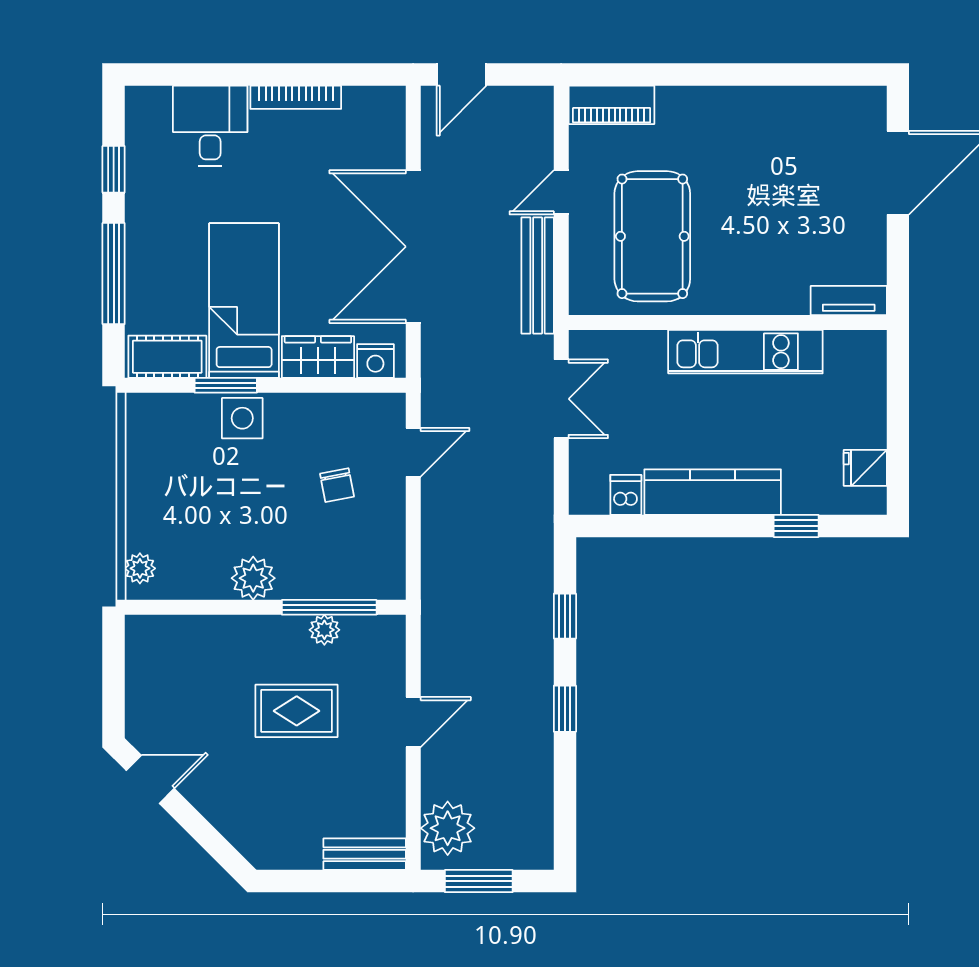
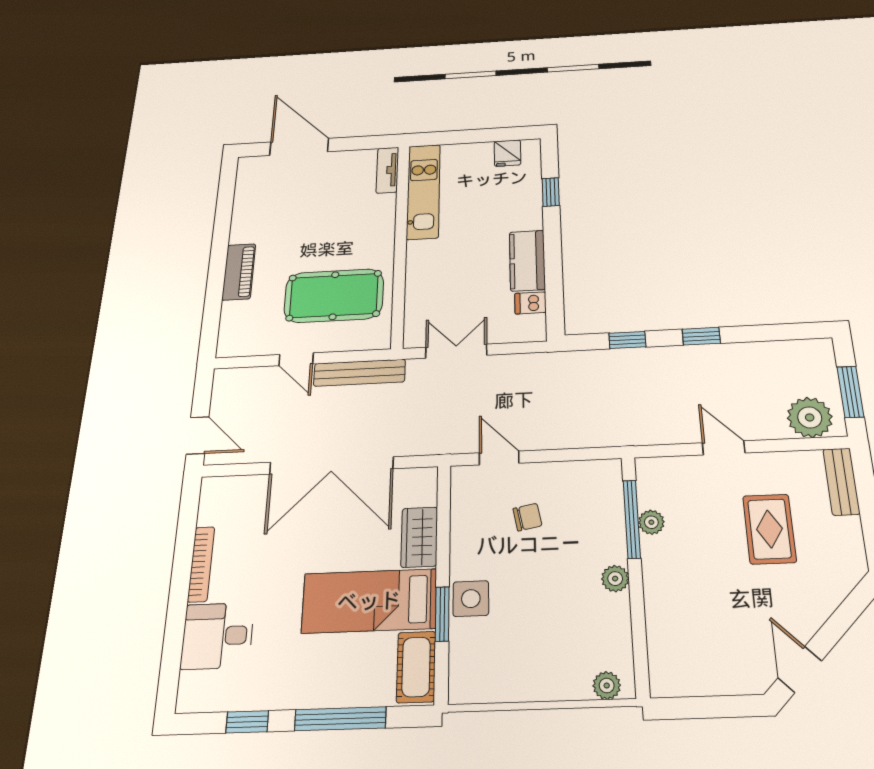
piano: (612, 105) -> (239, 272), moved
kitchen unit: (745, 352) -> (423, 191), moved
nightstand: (375, 361) -> (424, 491), removed
kitchen counter: (713, 492) -> (527, 261), width x0.67
plant: (253, 578) -> (615, 579), width x0.73, depth x0.73
rug: (297, 711) -> (769, 529), moved

